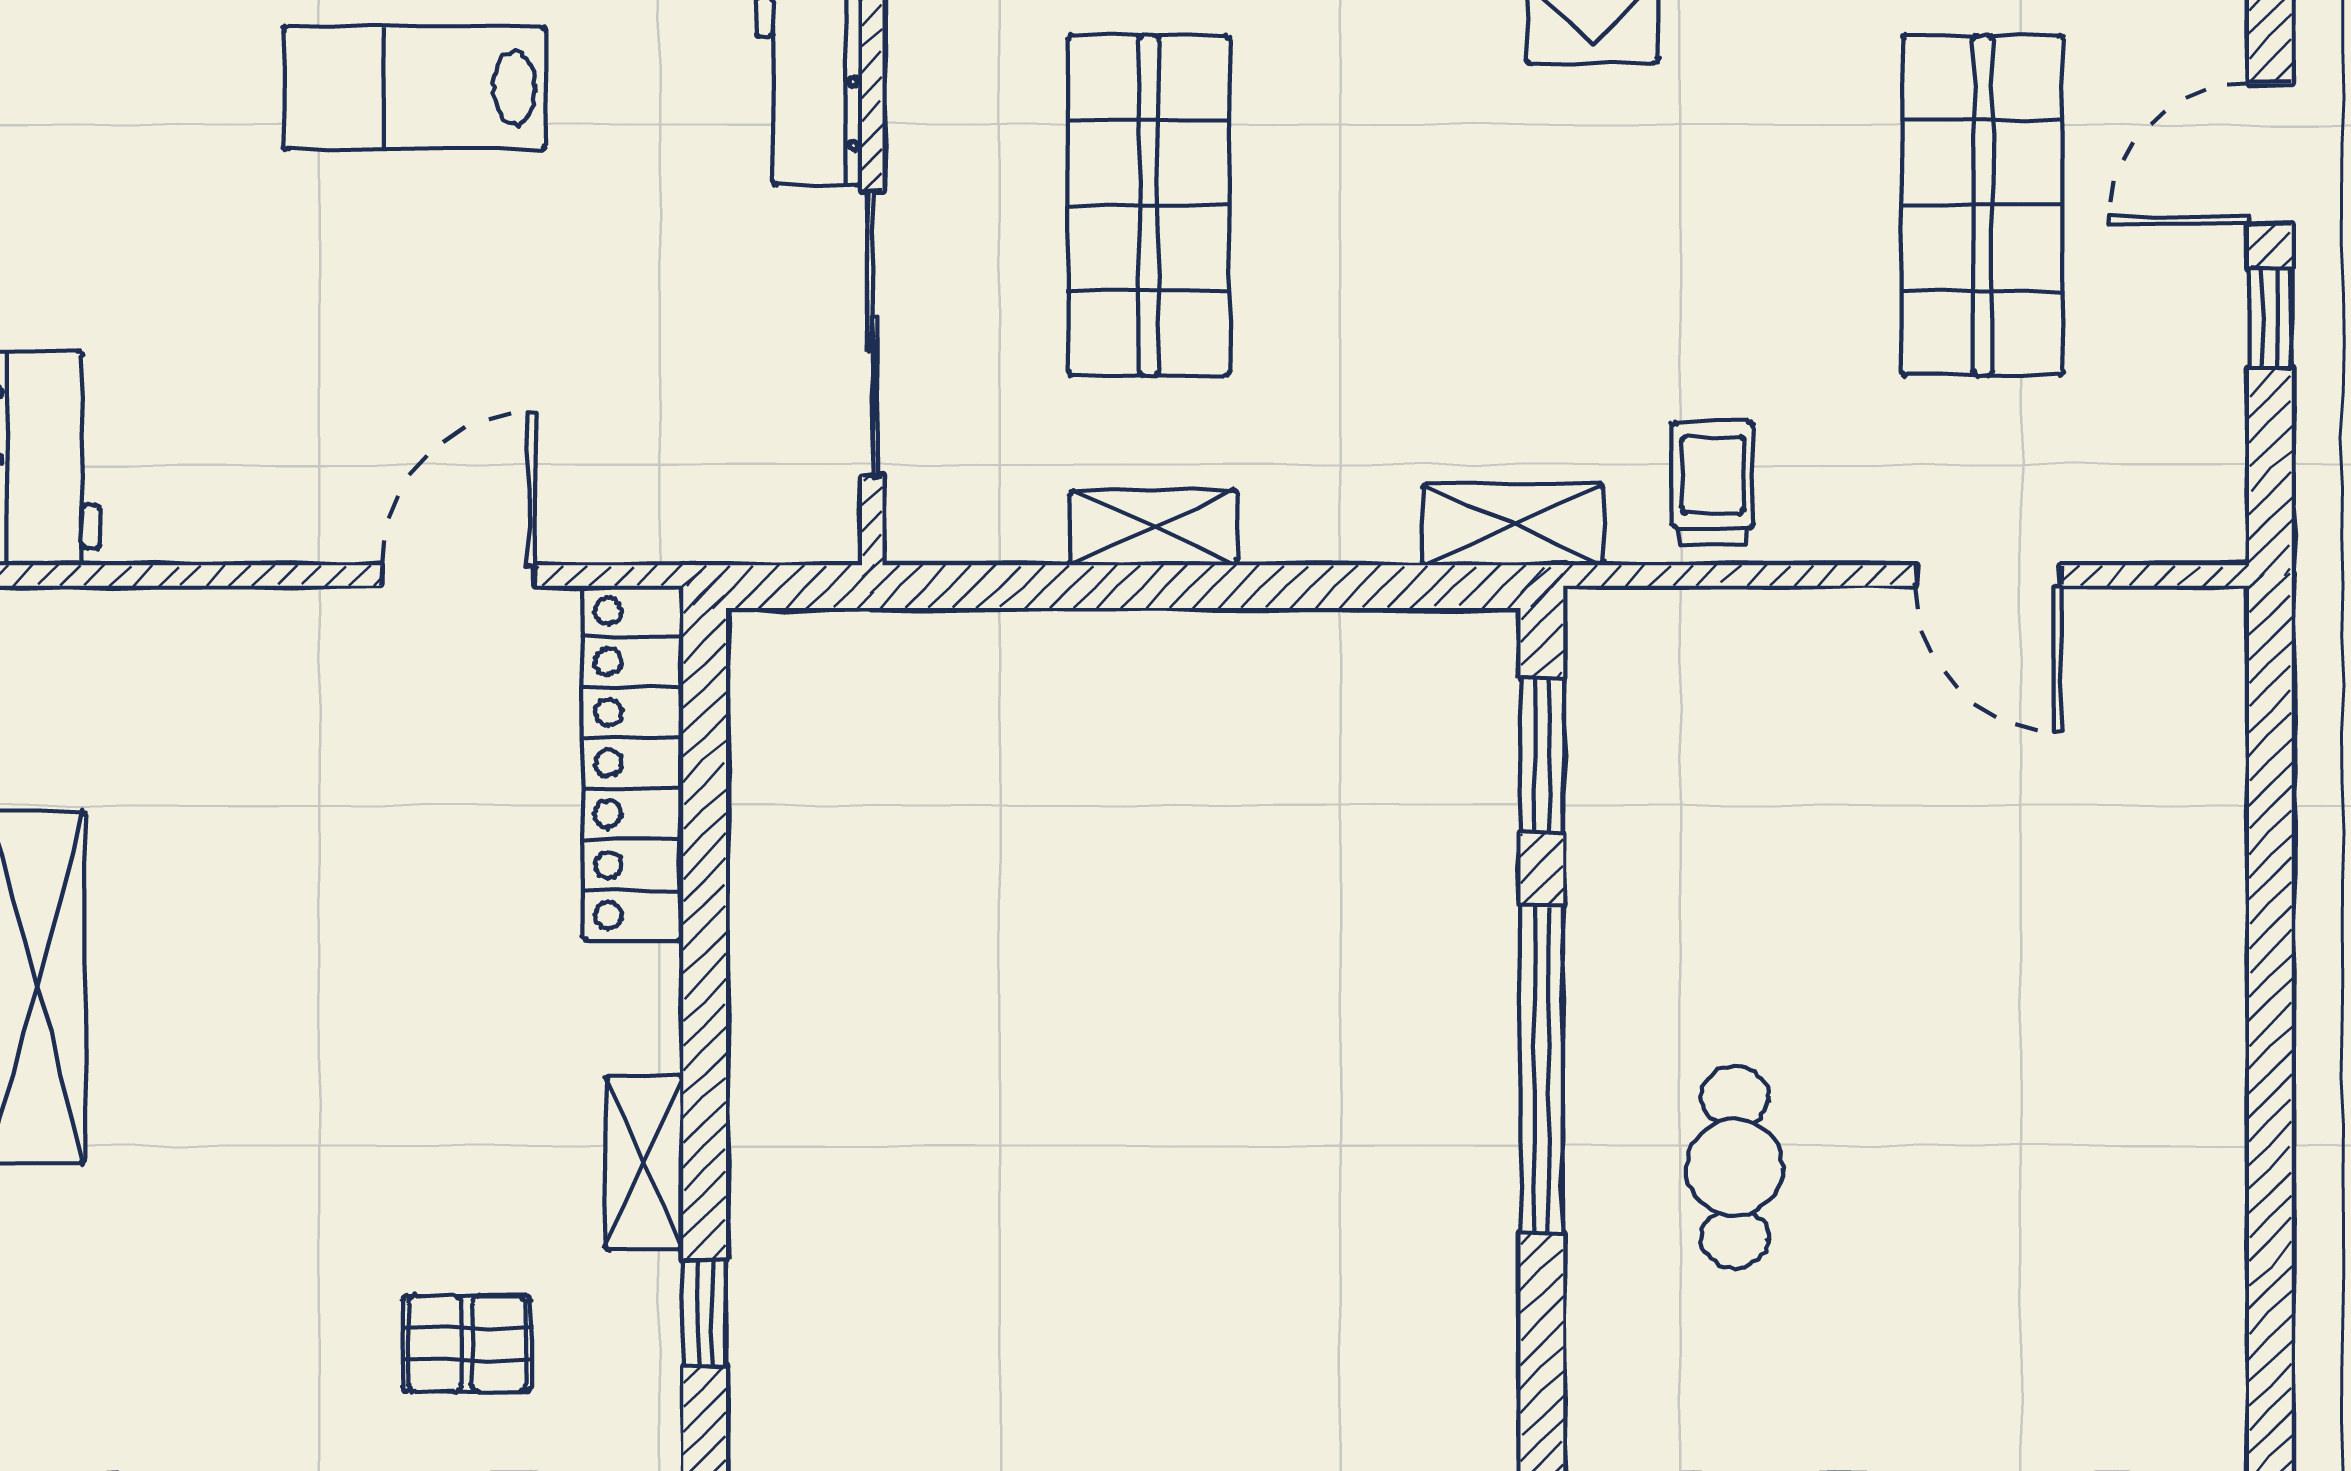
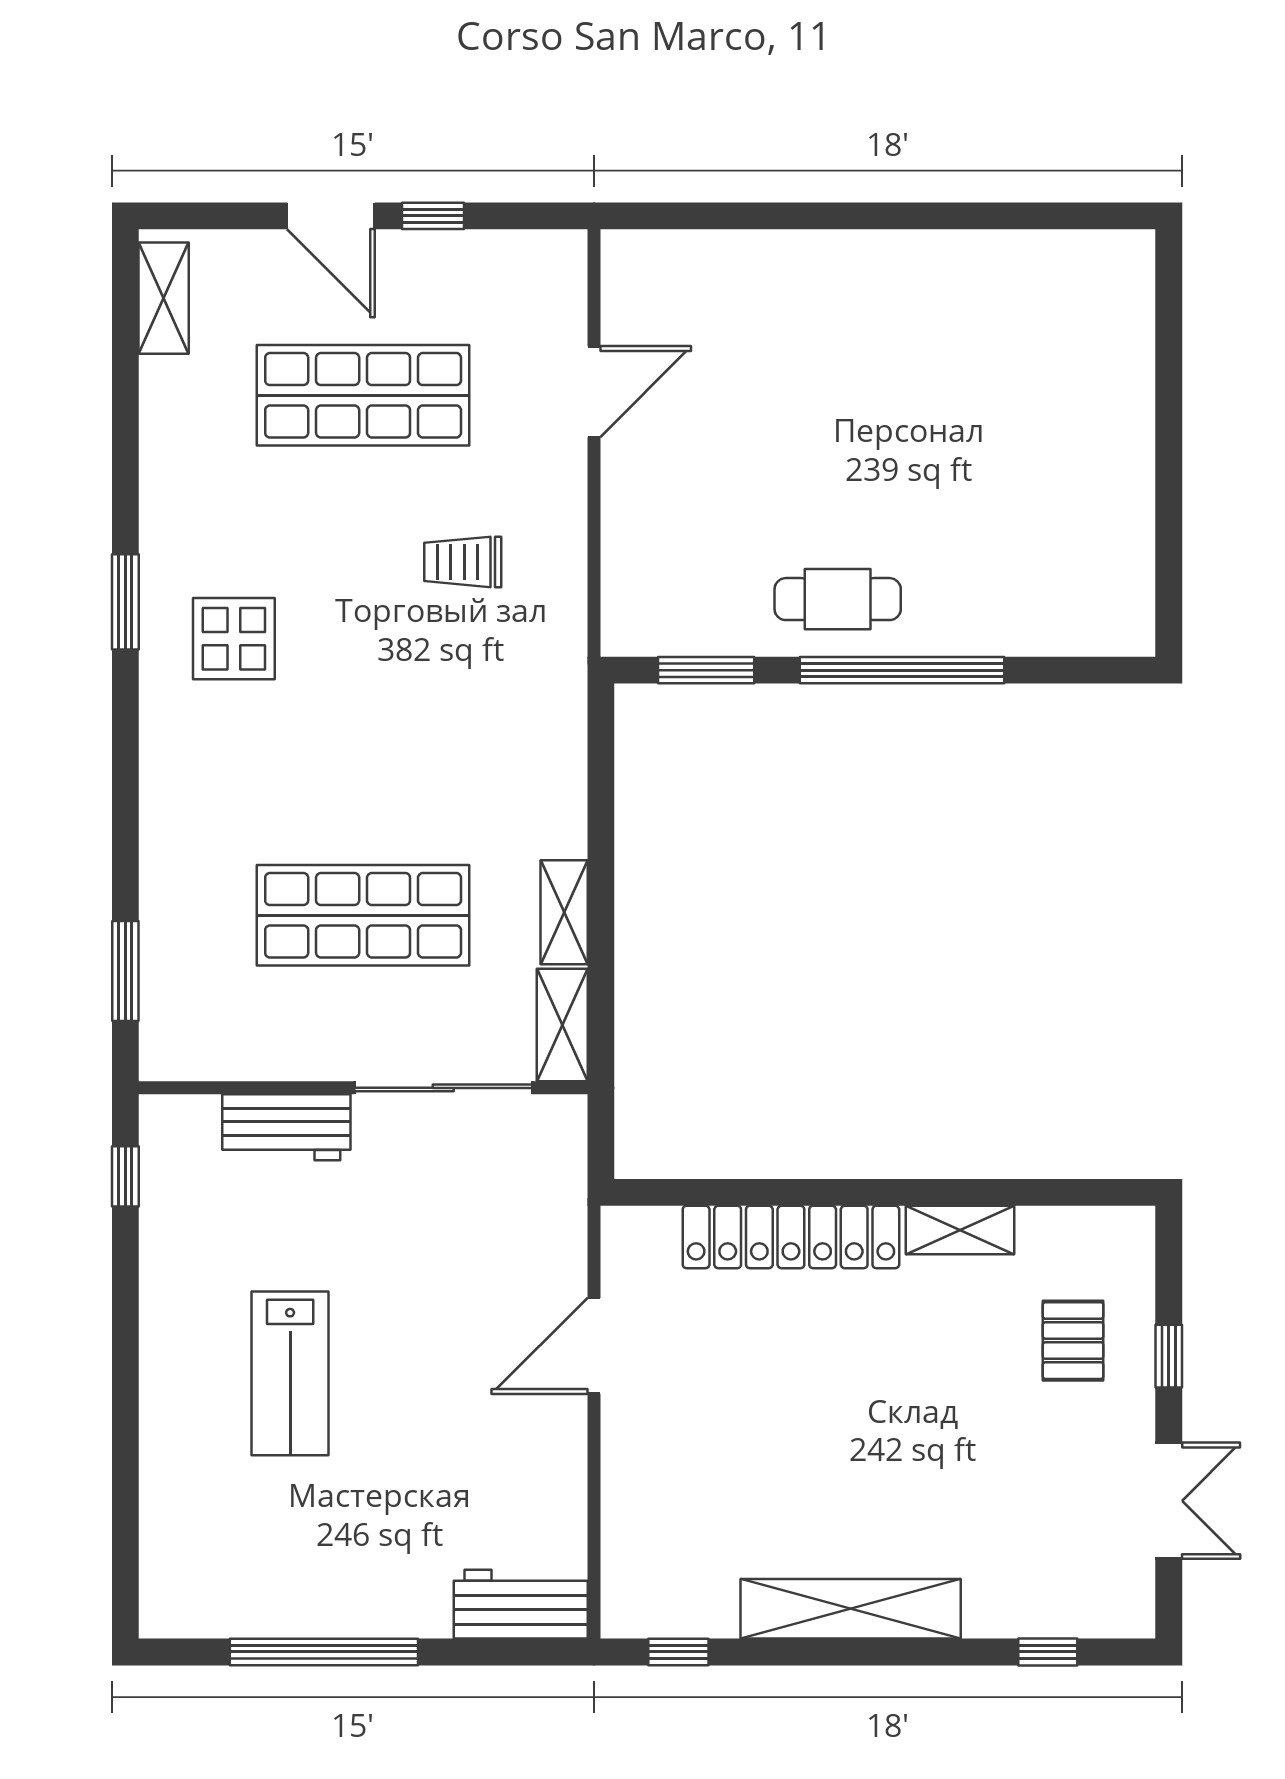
trolley: (1713, 483) -> (463, 562), moved
shelving: (1513, 525) -> (562, 1025), moved
door: (459, 575) -> (594, 1346), hinge flipped
locker: (633, 763) -> (791, 1237), moved
cafe table: (1735, 1167) -> (838, 599), moved
window: (705, 1313) -> (1054, 1192), removed

